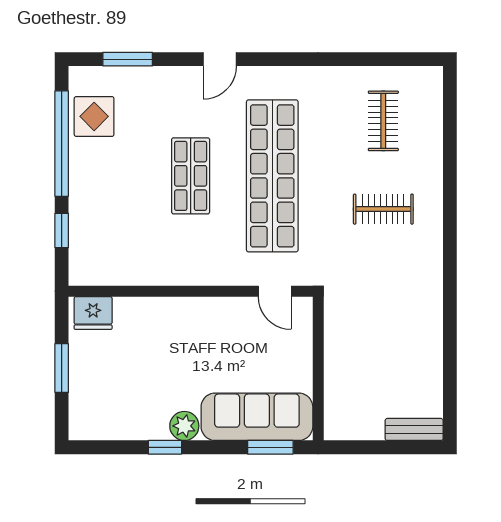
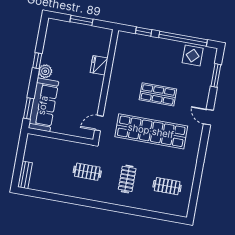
clothes rail: (383, 297) -> (87, 172), added
fridge: (93, 313) -> (99, 65), moved

